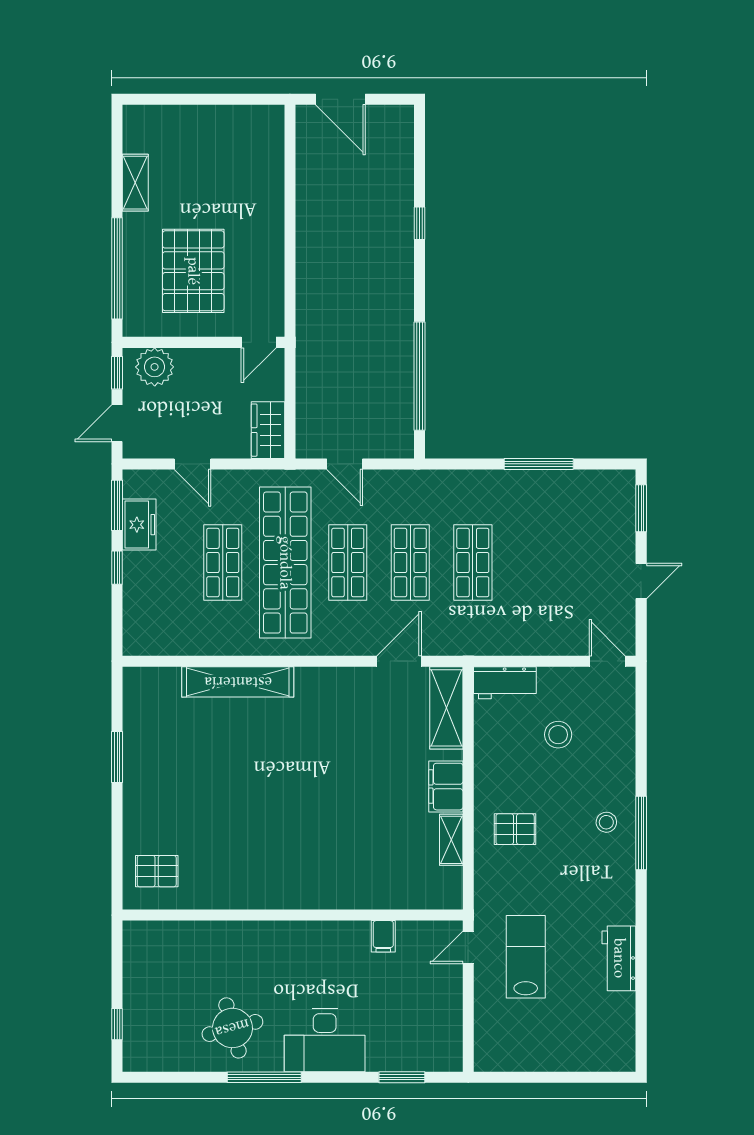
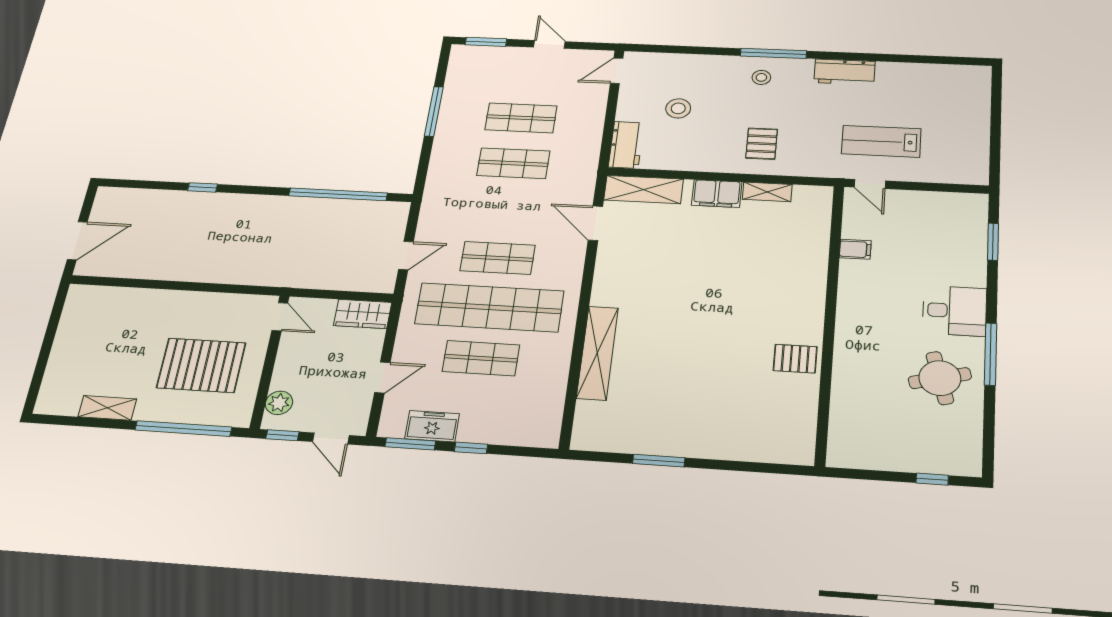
plant: (155, 367) -> (279, 403), width x0.73, depth x0.73
shop shelf: (410, 563) -> (521, 118), moved
pallet: (157, 871) -> (795, 359), moved, turned 90
workbench: (619, 958) -> (845, 72), moved
desk: (325, 1040) -> (954, 311), width x0.73

